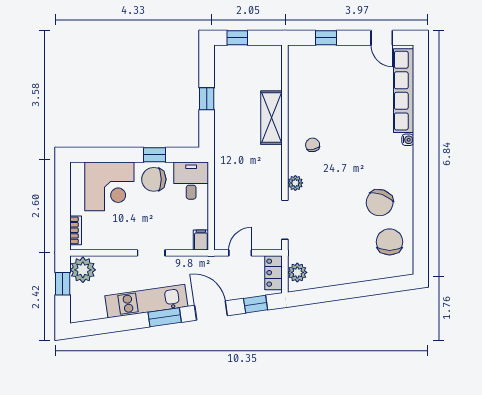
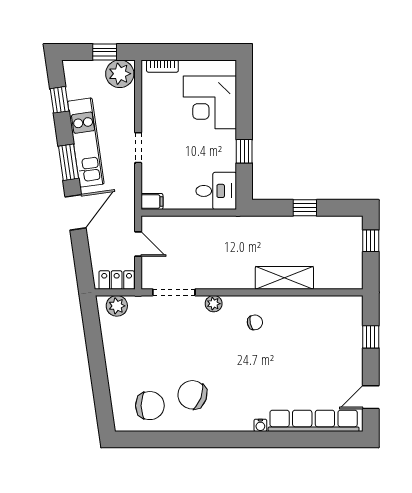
chair: (154, 179) -> (218, 151), removed
window: (256, 304) -> (60, 100), moved

